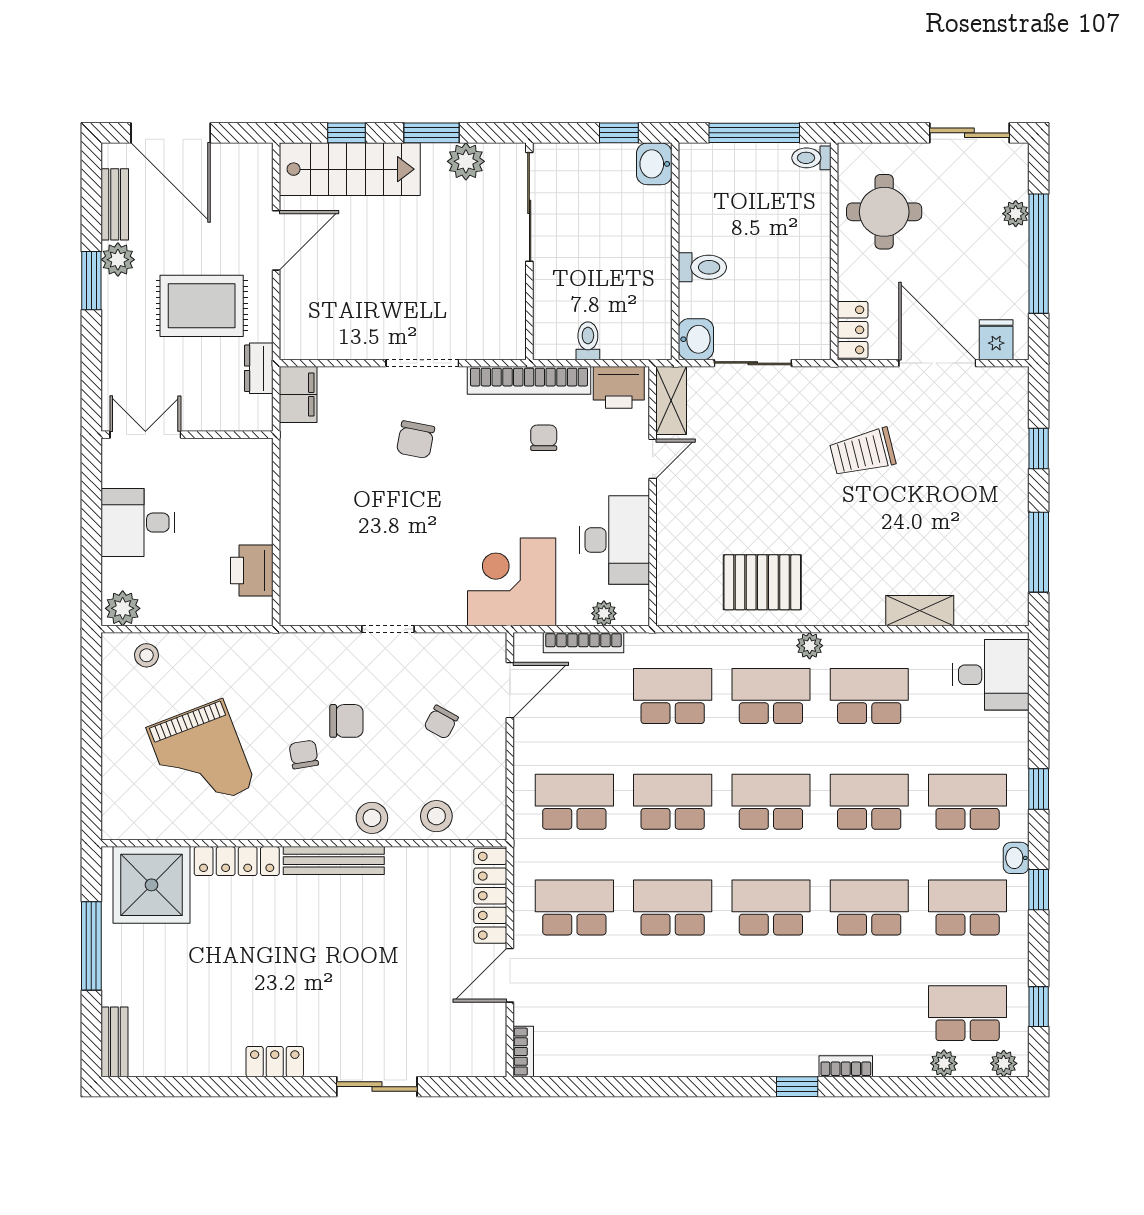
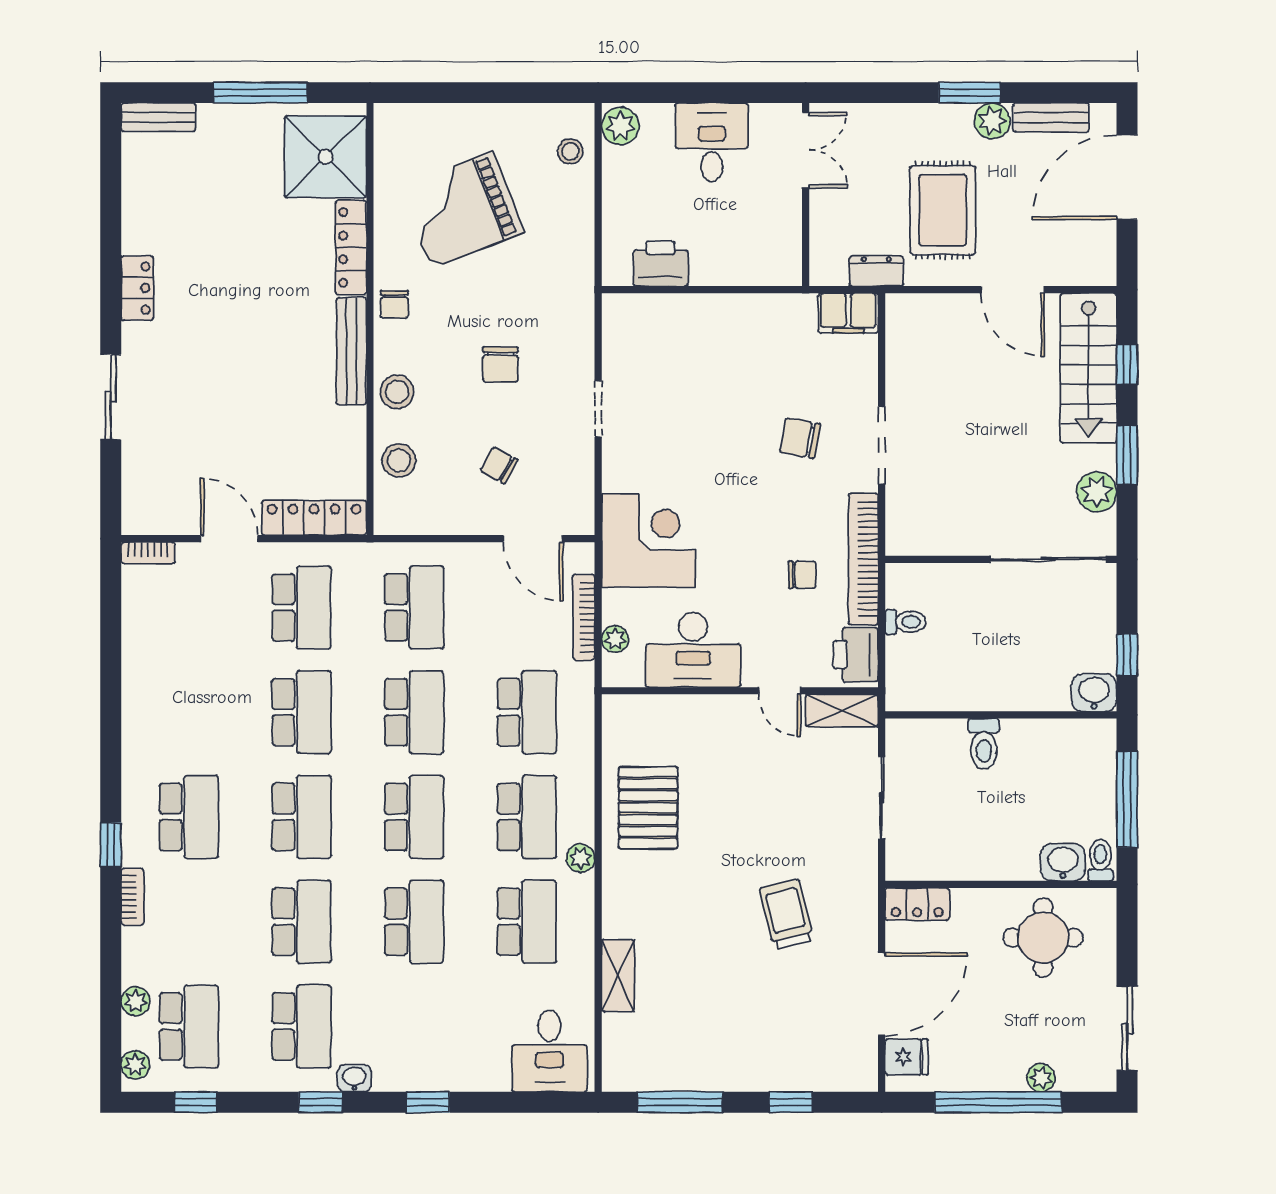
washbasin: (696, 339) -> (1063, 862), moved, turned 180
chair: (304, 754) -> (394, 304), moved, turned 99
school desk: (968, 802) -> (189, 817), moved

